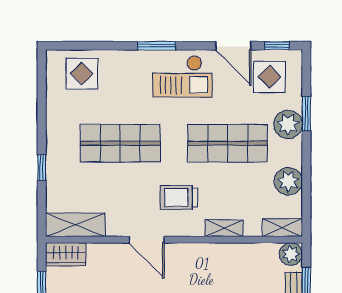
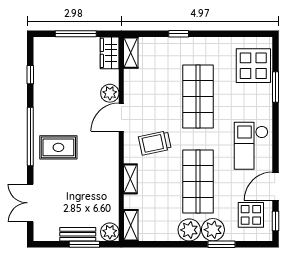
window: (157, 46) -> (276, 87), moved
display table: (82, 74) -> (253, 66), width x1.36, depth x1.36
plant: (288, 181) -> (189, 230), moved
trolley: (179, 198) -> (155, 143), turned -102
shelving: (75, 225) -> (131, 53), width x0.67, depth x0.75
plant: (116, 254) -> (110, 93), added

